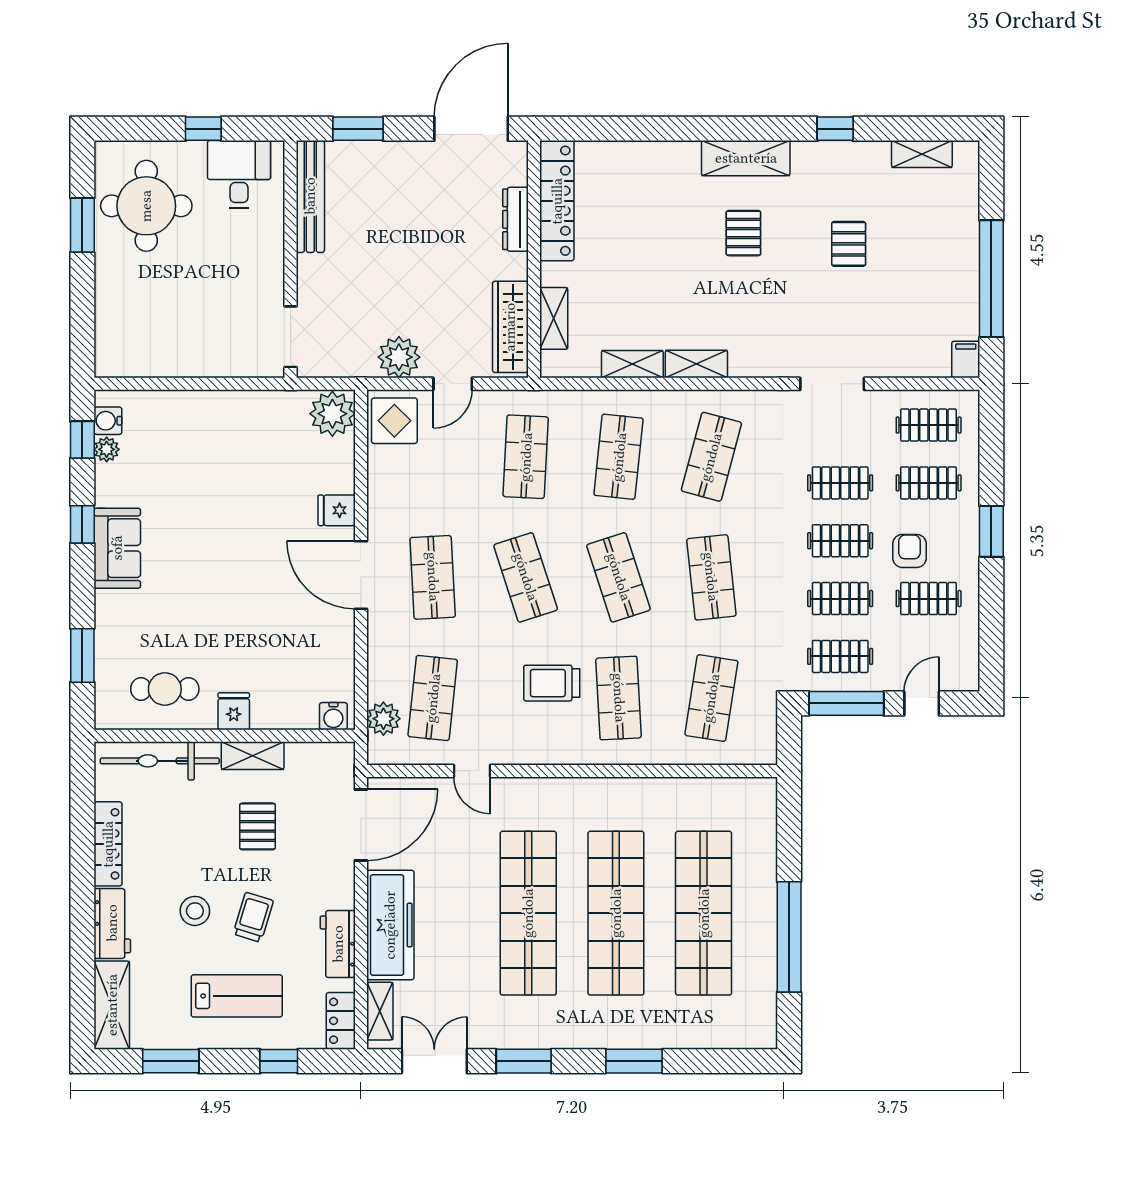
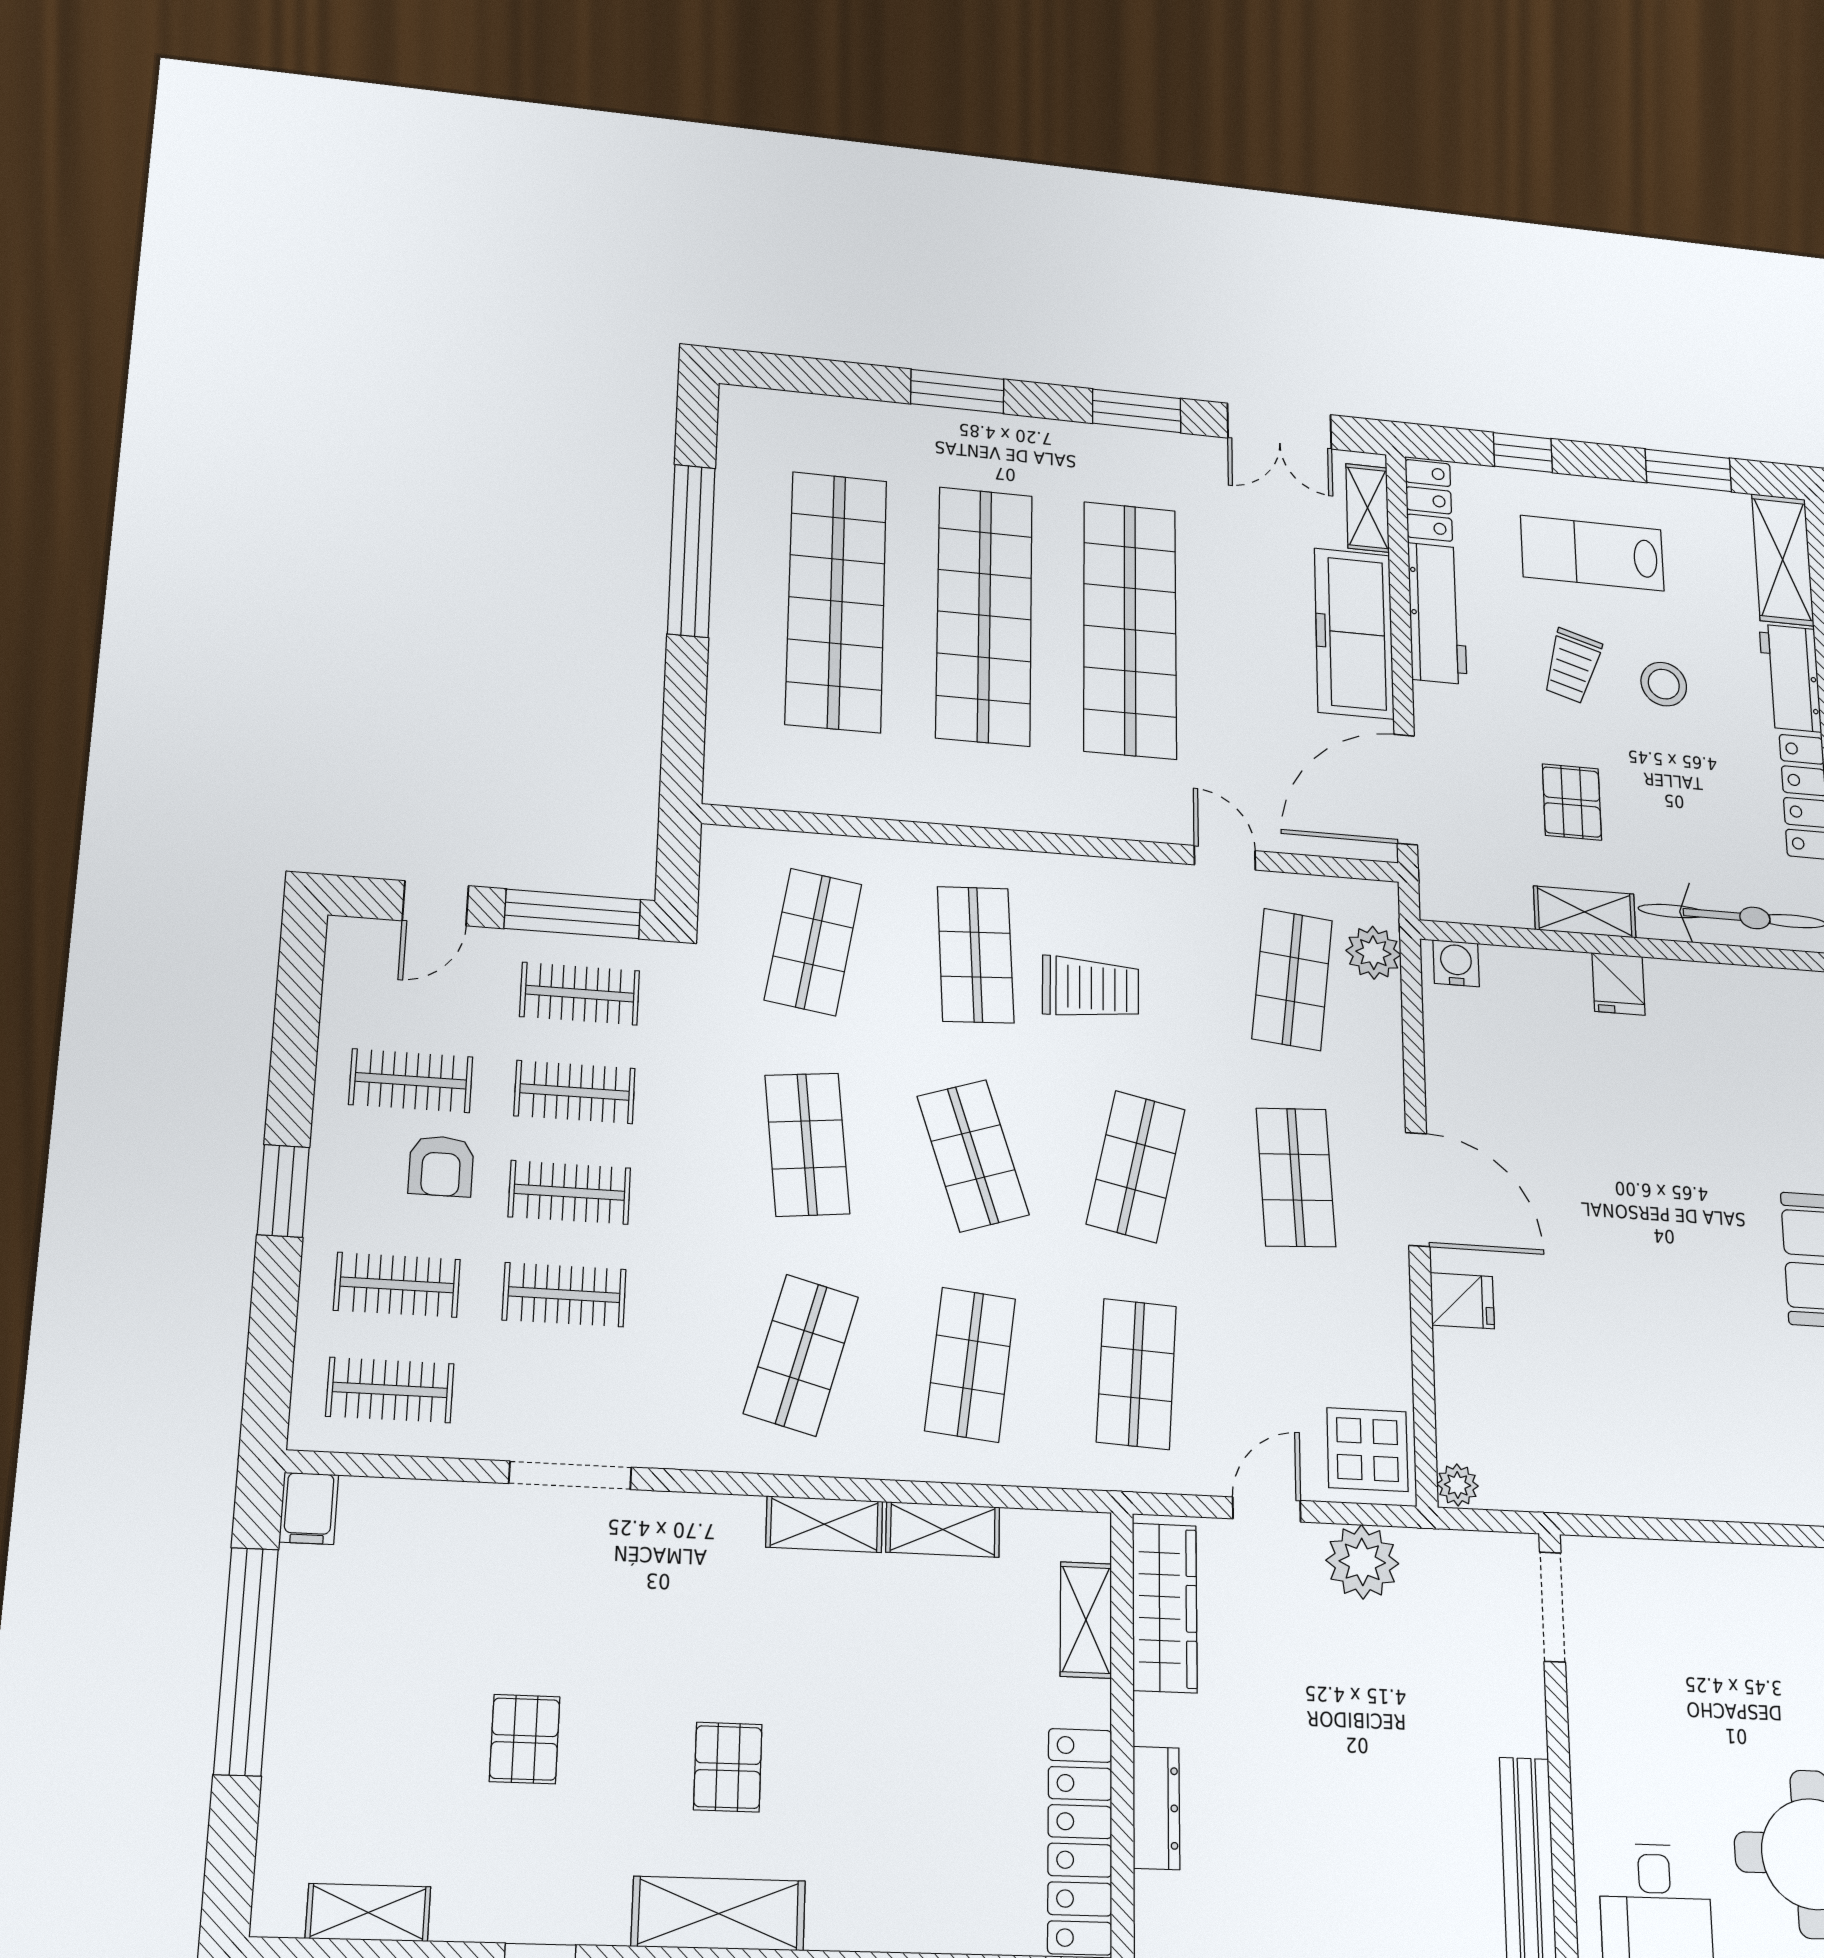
plant: (332, 414) -> (1458, 1485), width x0.53, depth x0.53
shop shelf: (526, 577) -> (1136, 1166), turned 30
cafe table: (165, 689) -> (1731, 1028), removed
workbench: (338, 944) -> (1437, 613), width x1.38

